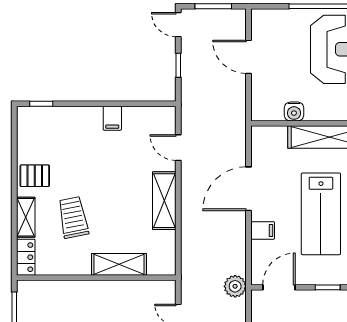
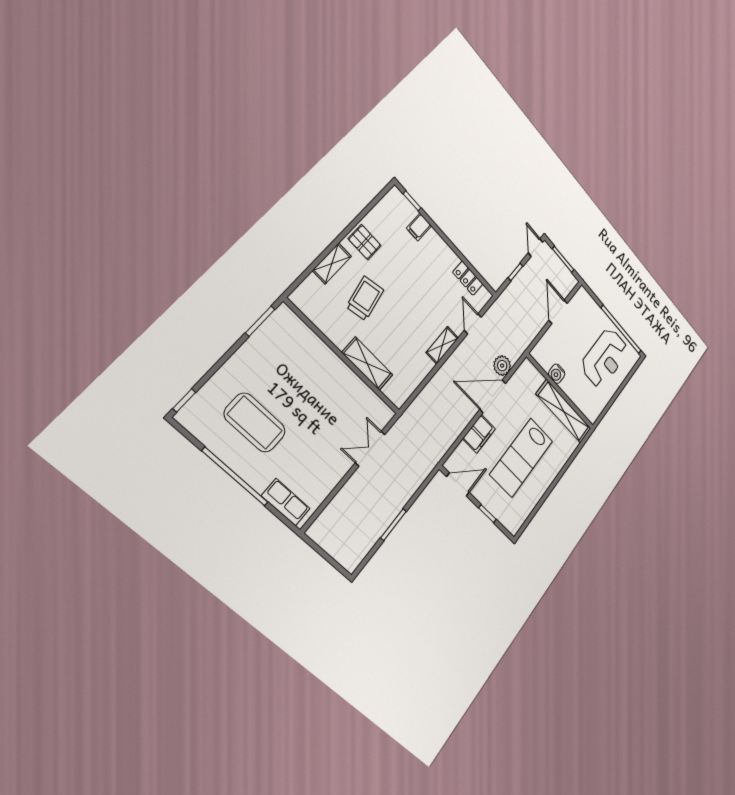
filing cabinet: (112, 118) -> (419, 227), moved
shelving: (164, 201) -> (442, 345), width x0.67, depth x0.75
filing cabinet: (263, 230) -> (479, 434), width x2.00
locker: (26, 257) -> (468, 278), moved, turned 90
plant: (235, 286) -> (502, 366), moved

